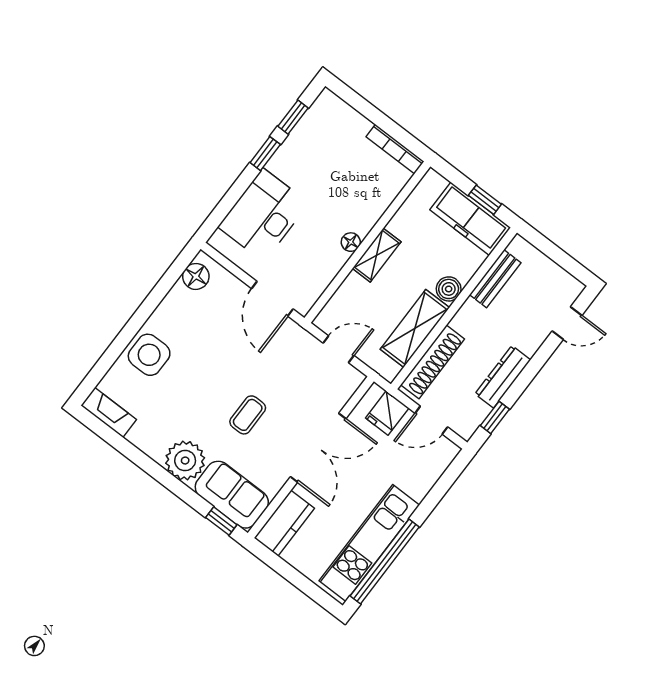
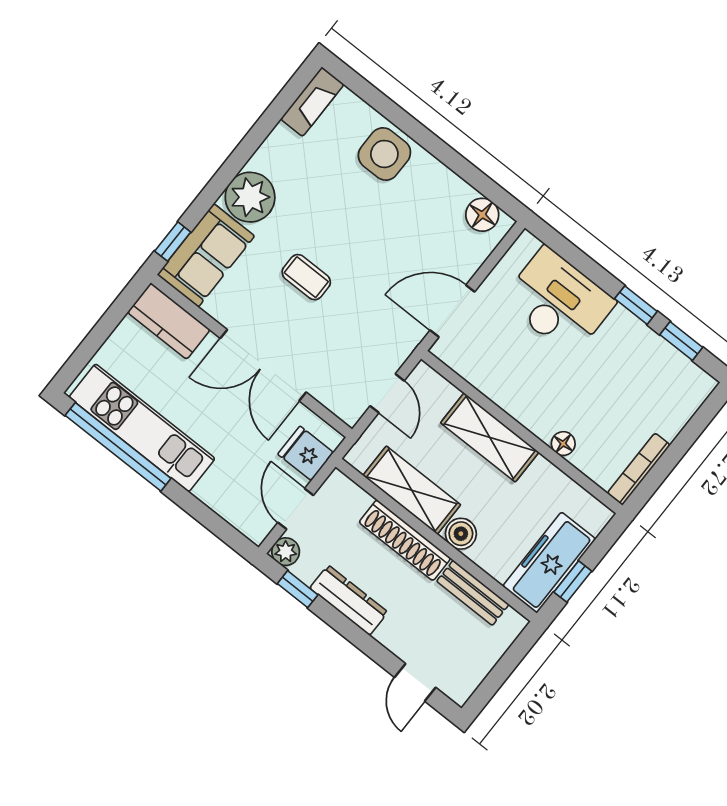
floor lamp: (351, 242) -> (563, 444), moved
shelving: (377, 255) -> (490, 437), width x1.50, depth x1.33
shoe rack: (433, 362) -> (405, 540), moved
plant: (465, 427) -> (286, 552), added

